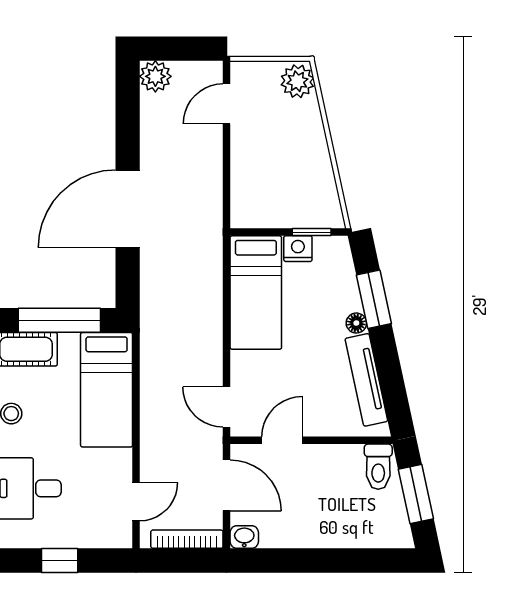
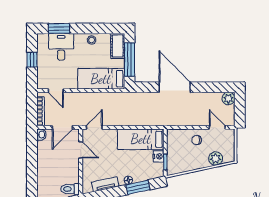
plant: (297, 81) -> (216, 159), moved
chair: (258, 155) -> (197, 140), added
tv unit: (366, 380) -> (105, 184), width x0.71

